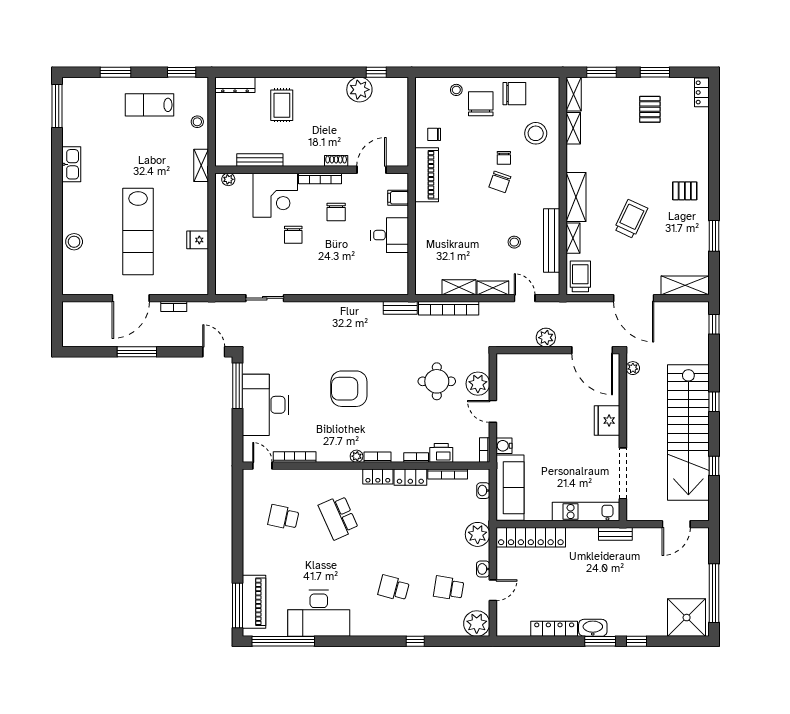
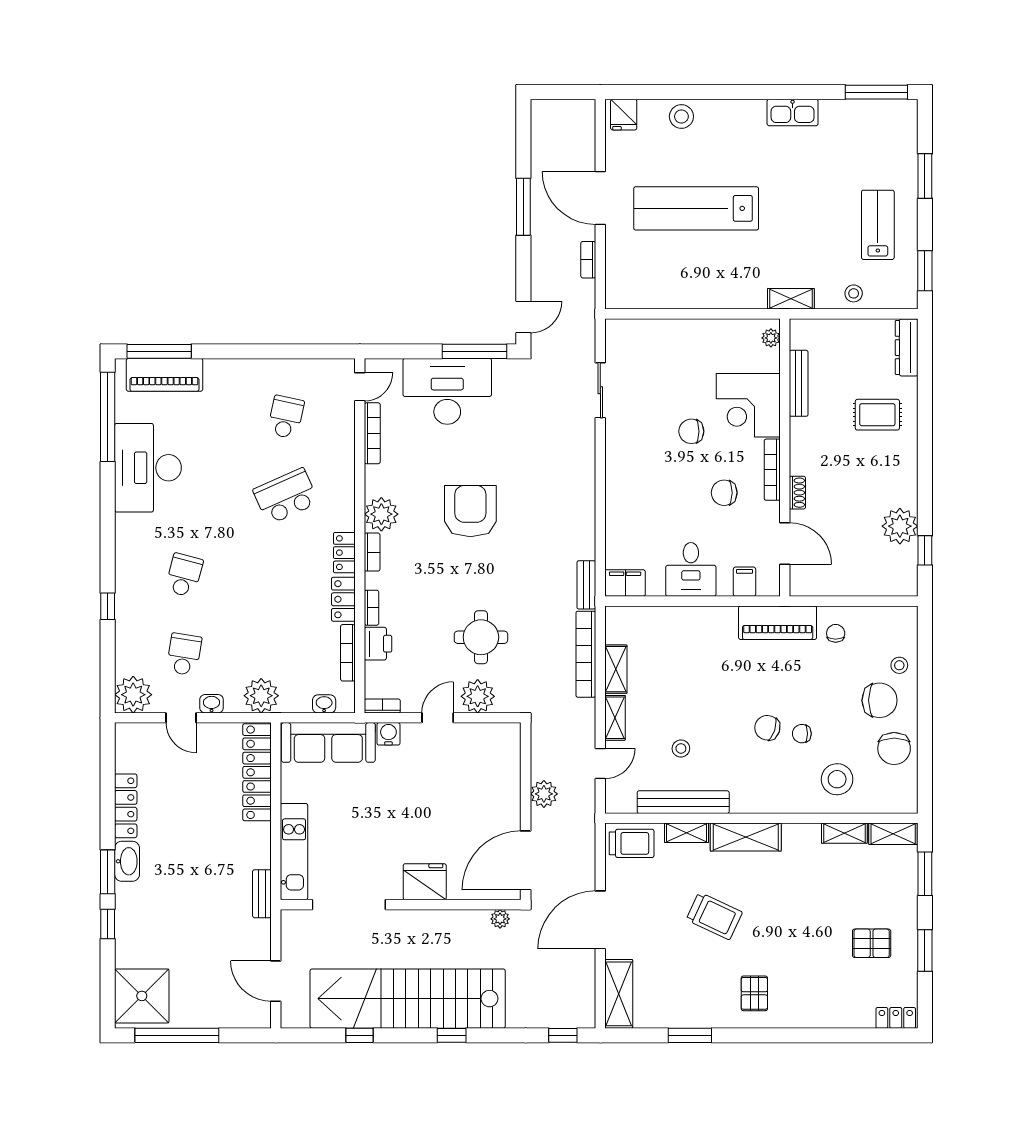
fridge: (198, 240) -> (624, 115), moved, turned 180
filing cabinet: (399, 281) -> (625, 583), added
plant: (357, 456) -> (381, 514), width x1.88, depth x1.88

